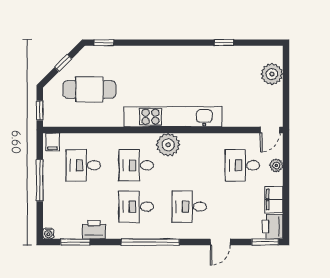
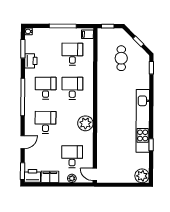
plant: (272, 74) -> (142, 176), moved
cafe table: (89, 89) -> (121, 58), width x0.73, depth x0.74
kitchen unit: (173, 117) -> (143, 121), moved, turned 180
plant: (168, 145) -> (85, 123), moved
door: (220, 242) -> (23, 142), swing flipped

